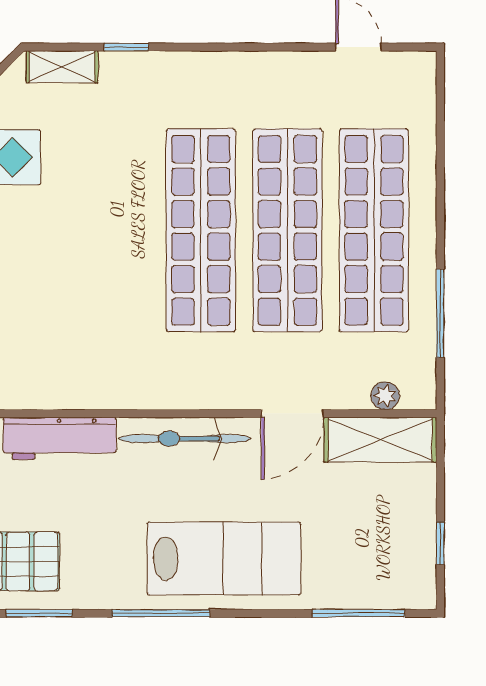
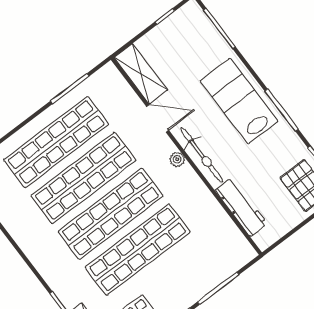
shop shelf: (114, 230) -> (138, 250), added
plant: (385, 396) -> (177, 159), moved

